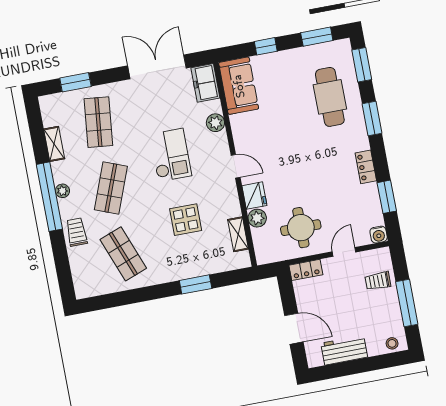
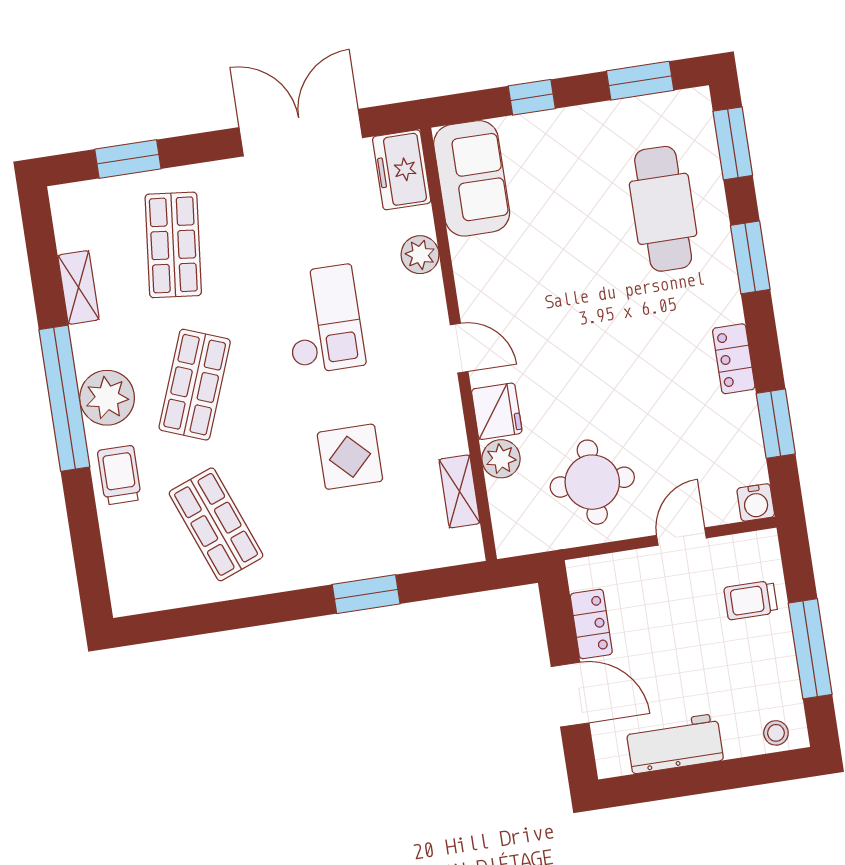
plant: (62, 191) -> (107, 398), width x1.88, depth x1.88
locker: (306, 270) -> (591, 624), moved, turned -90

